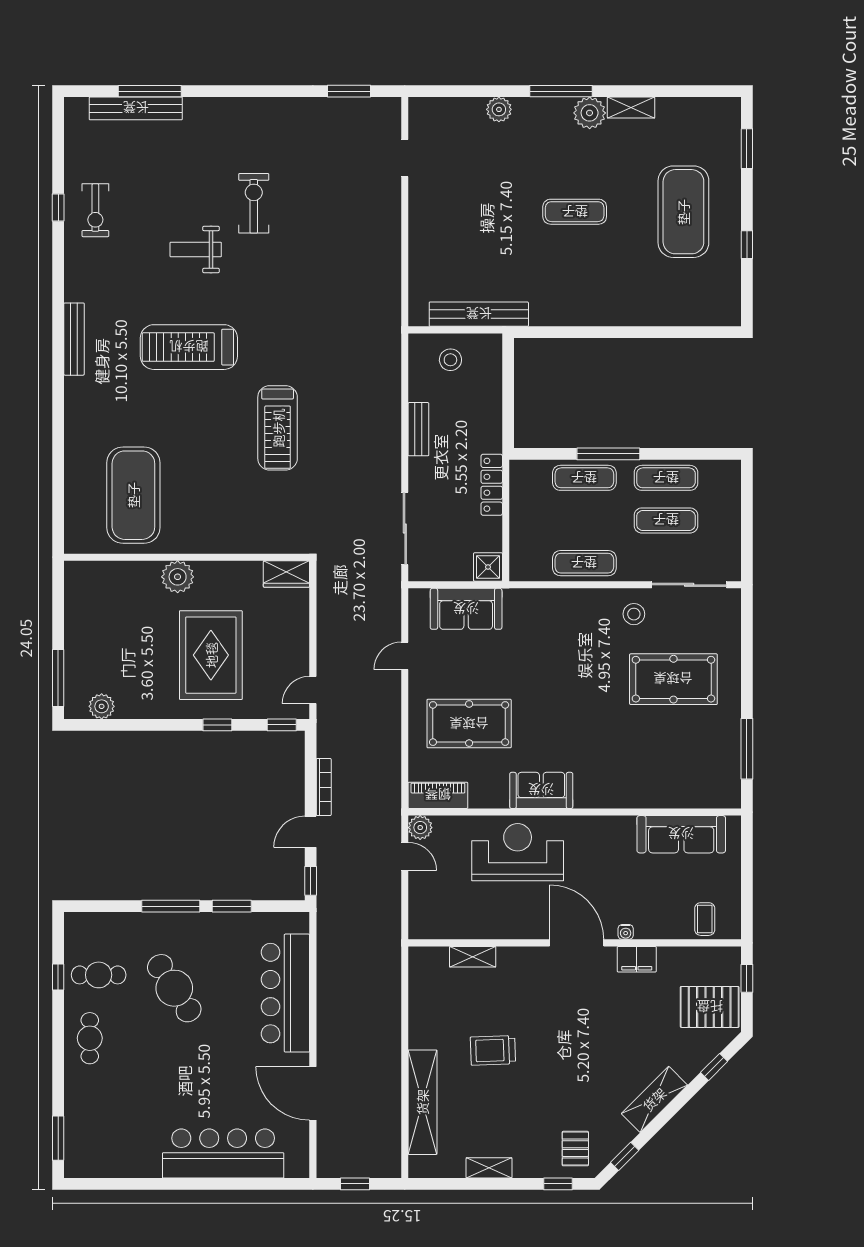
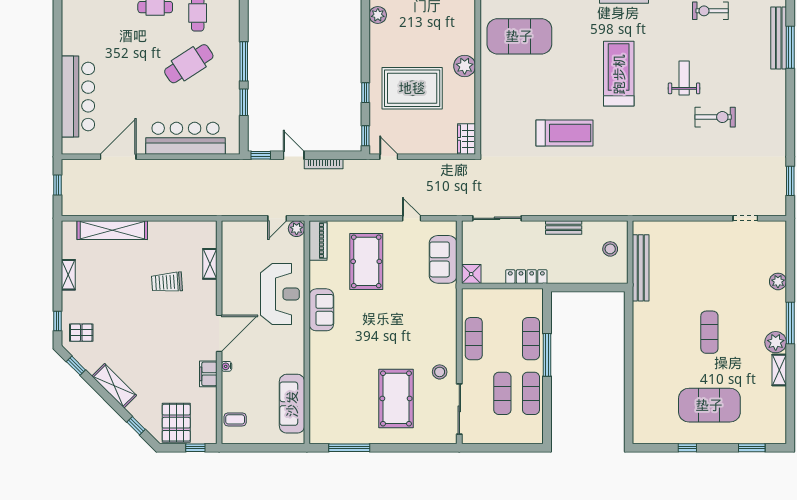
treadmill: (278, 428) -> (564, 133), turned 180
trolley: (493, 1050) -> (167, 282), moved, turned -92

